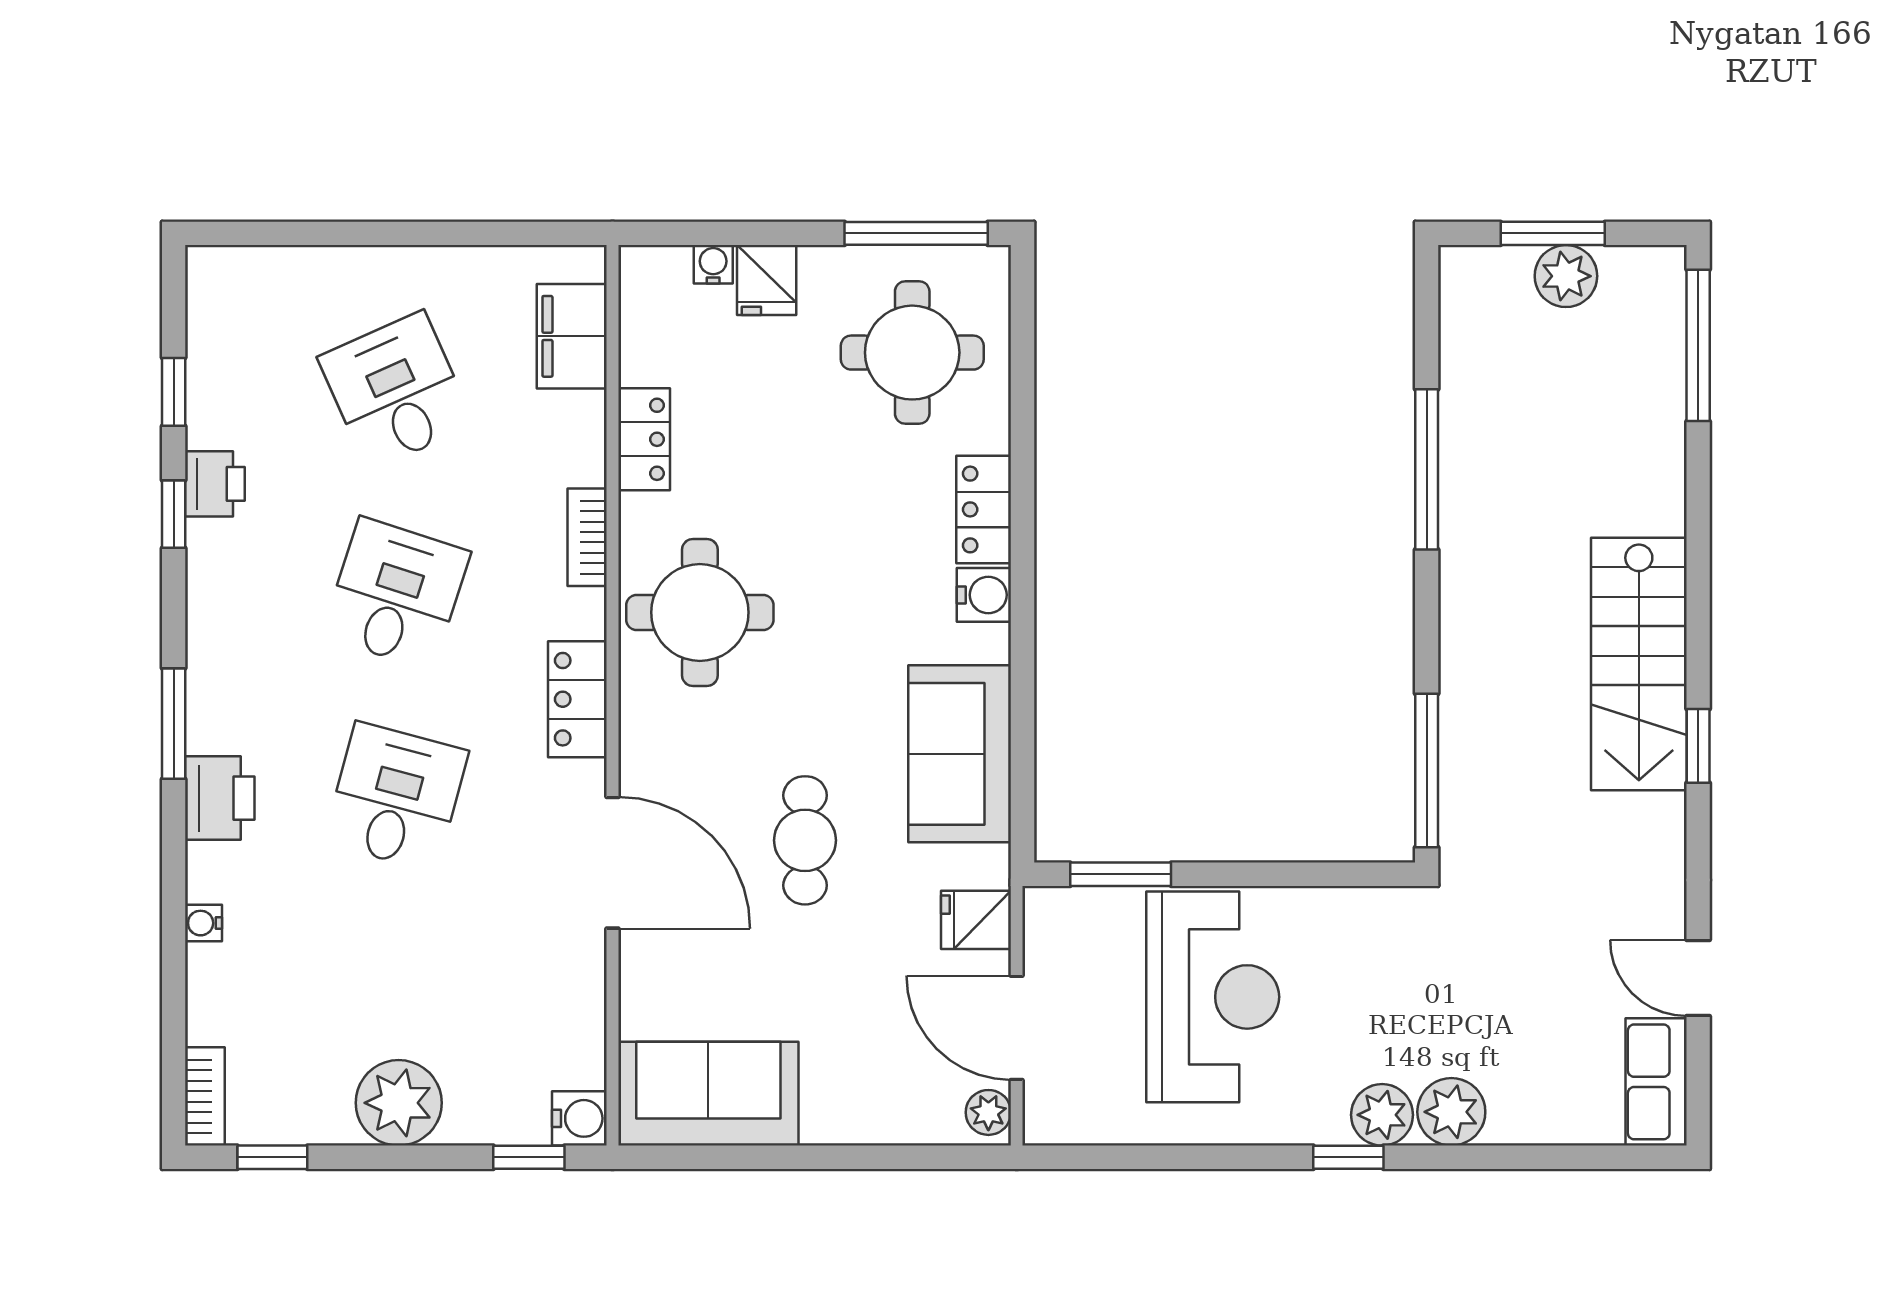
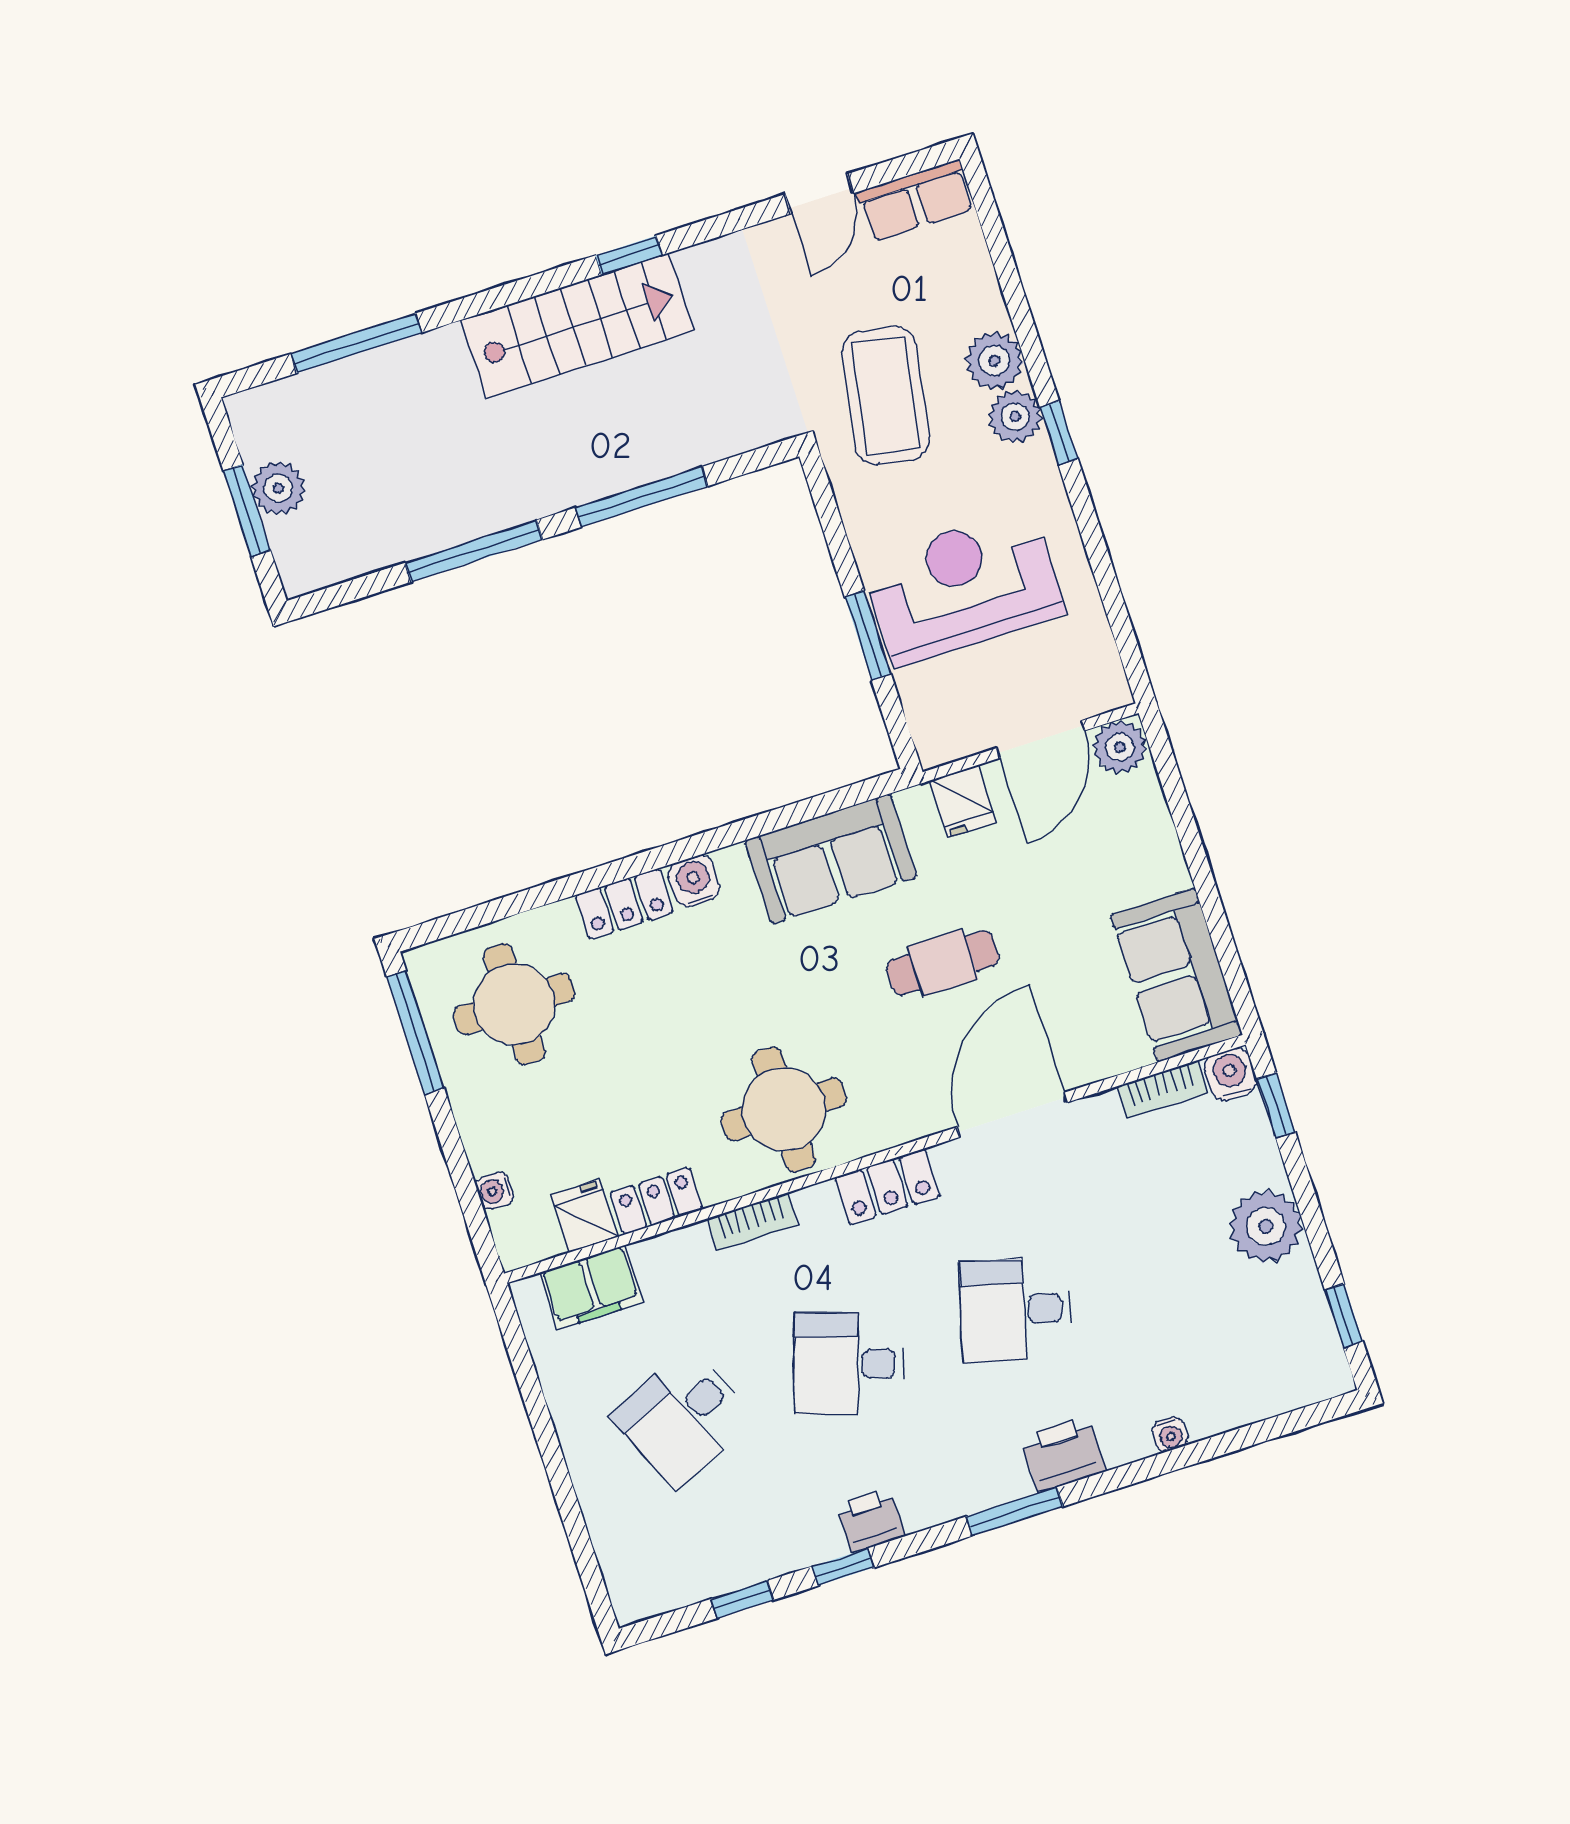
fridge: (767, 280) -> (584, 1216), moved, turned -90
window: (1698, 345) -> (356, 343), moved
printer: (215, 484) -> (871, 1521), moved
window: (1427, 771) -> (642, 497), moved
window: (1121, 874) -> (868, 635), moved
coffee table: (1452, 979) -> (886, 396), added
bookcase: (205, 1096) -> (1162, 1089), moved, turned 180
plant: (988, 1112) -> (1120, 747), width x1.38, depth x1.38

